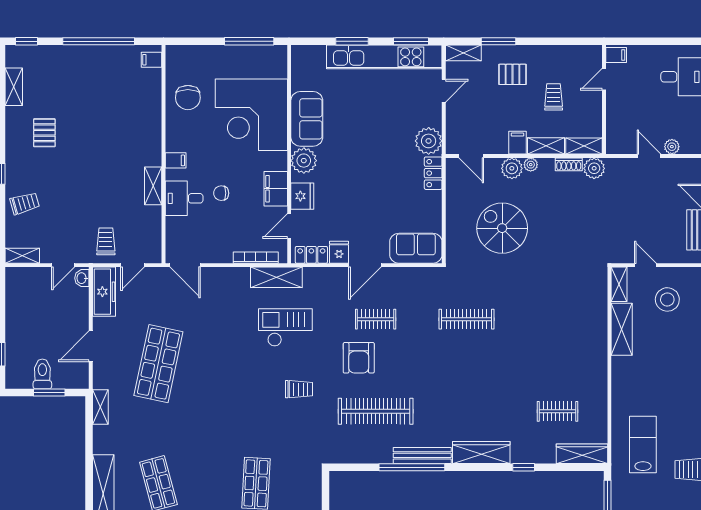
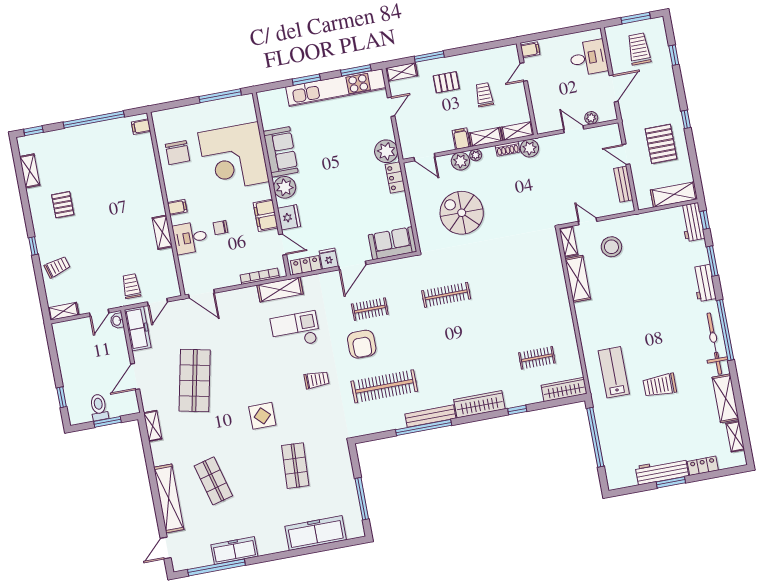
door: (289, 226) -> (283, 244), swing flipped
display table: (229, 419) -> (262, 416), added

